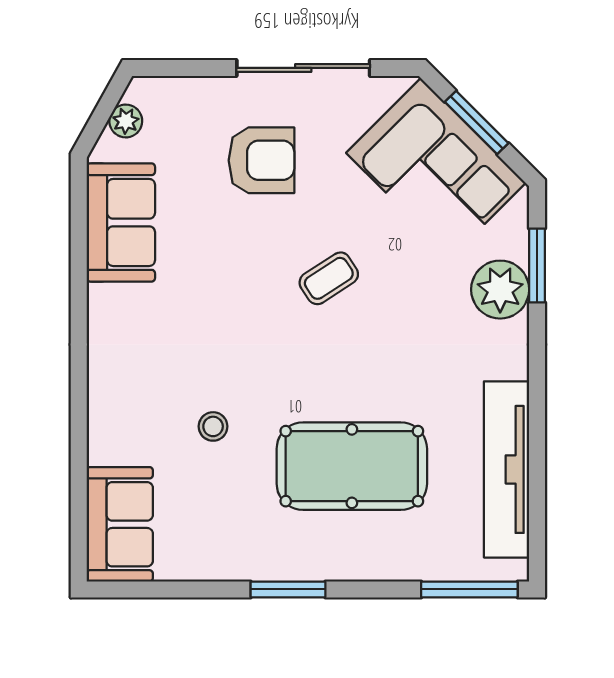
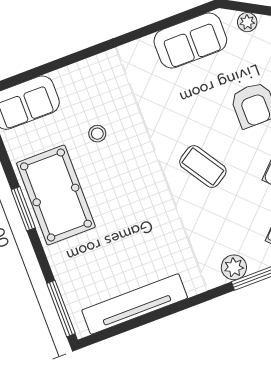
coffee table: (329, 278) -> (203, 167), width x1.36, depth x1.30
plant: (500, 290) -> (234, 267), width x0.73, depth x0.73
pool table: (352, 466) -> (56, 195), moved

